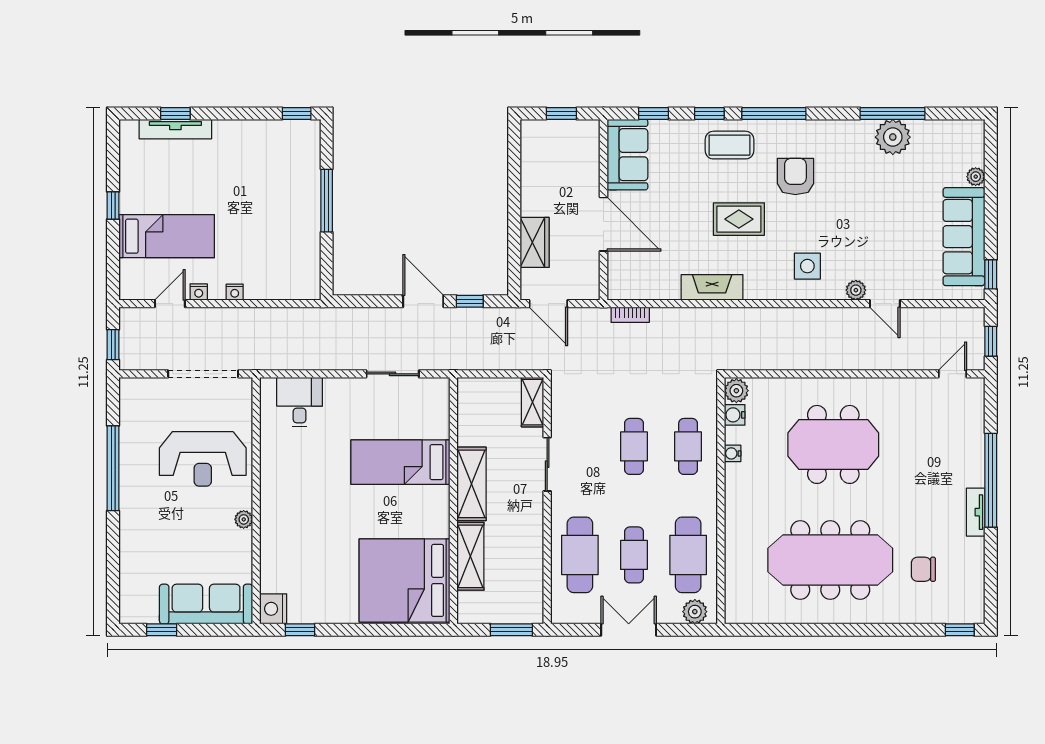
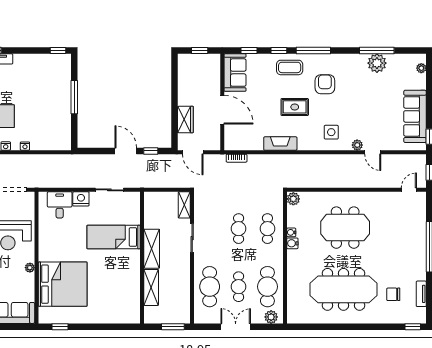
plant: (976, 177) -> (421, 68), moved
water cooler: (735, 415) -> (292, 243), moved
tv unit: (976, 512) -> (421, 294), moved
bed: (405, 580) -> (63, 284), moved, turned 180
nightstand: (273, 609) -> (81, 199), moved, turned 90

